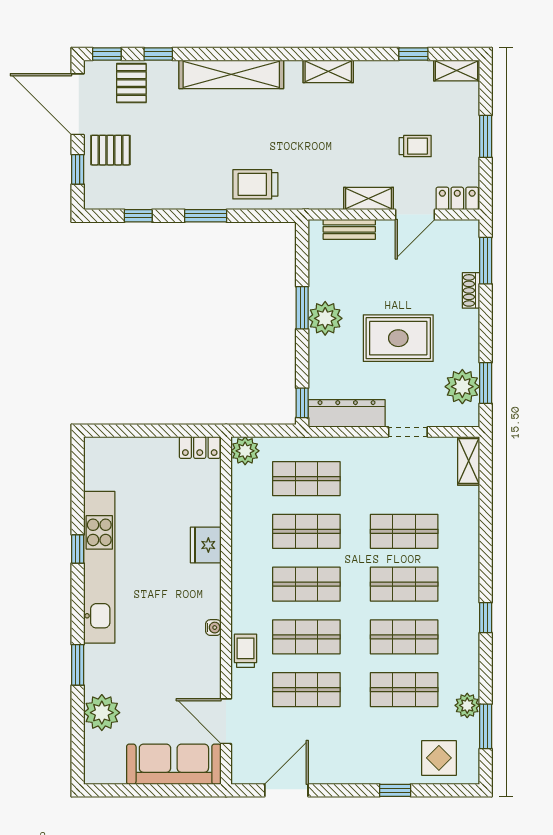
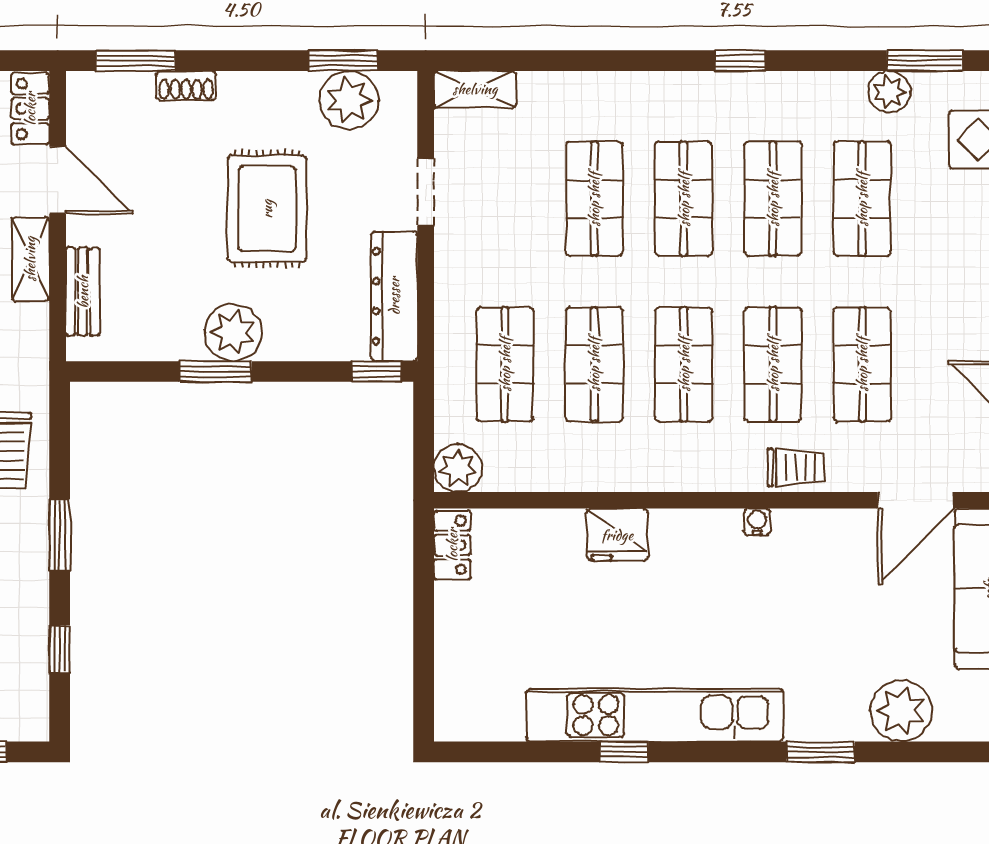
trolley: (245, 651) -> (796, 467), turned 180

